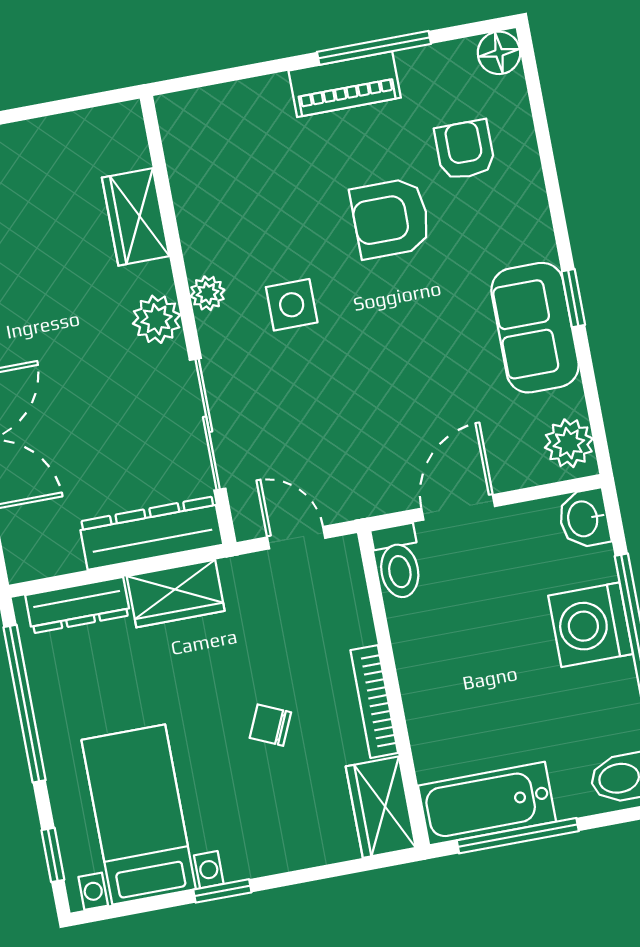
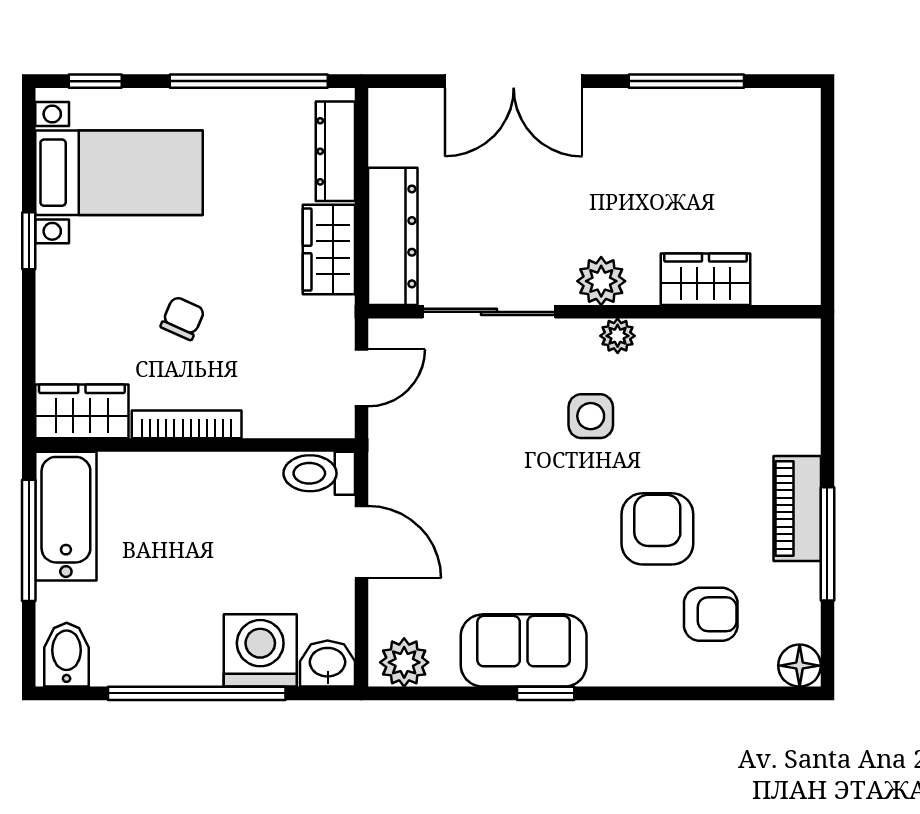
washing machine: (591, 625) -> (260, 650), moved

